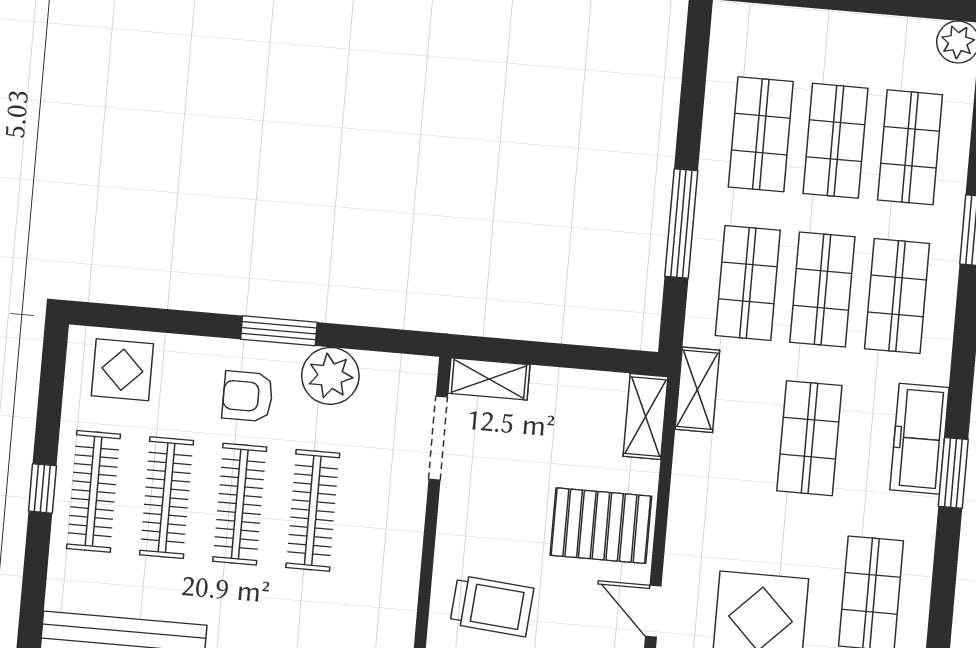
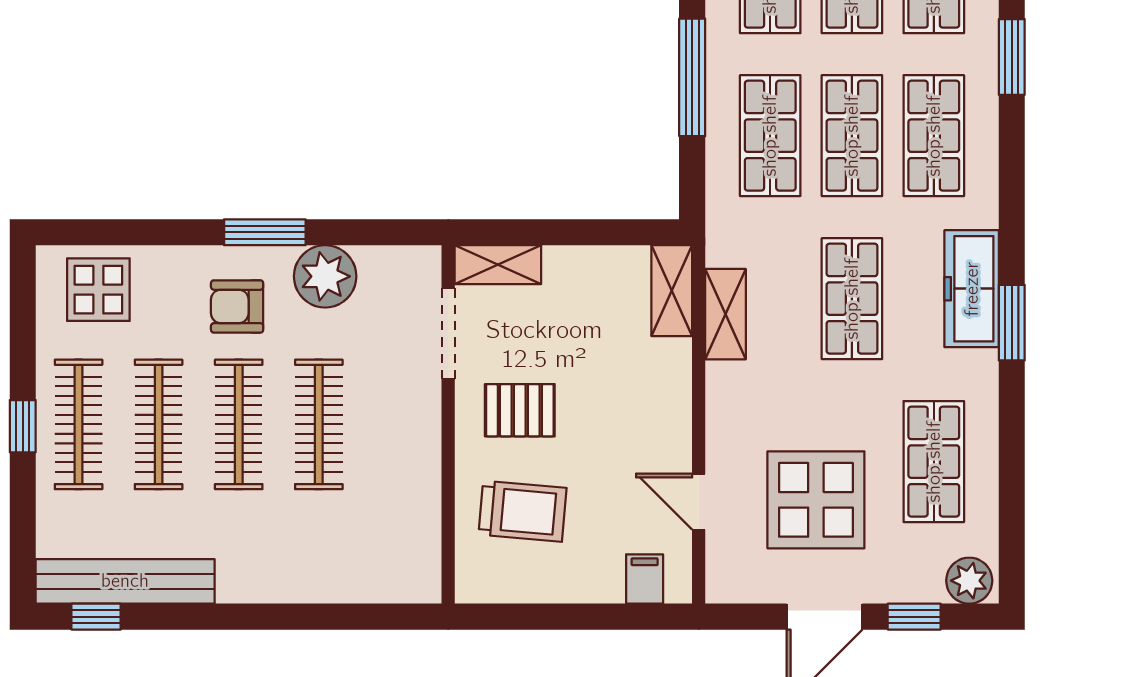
shelving: (697, 390) -> (725, 314), moved
pallet: (601, 526) -> (520, 410), moved, width x0.67, depth x0.71

